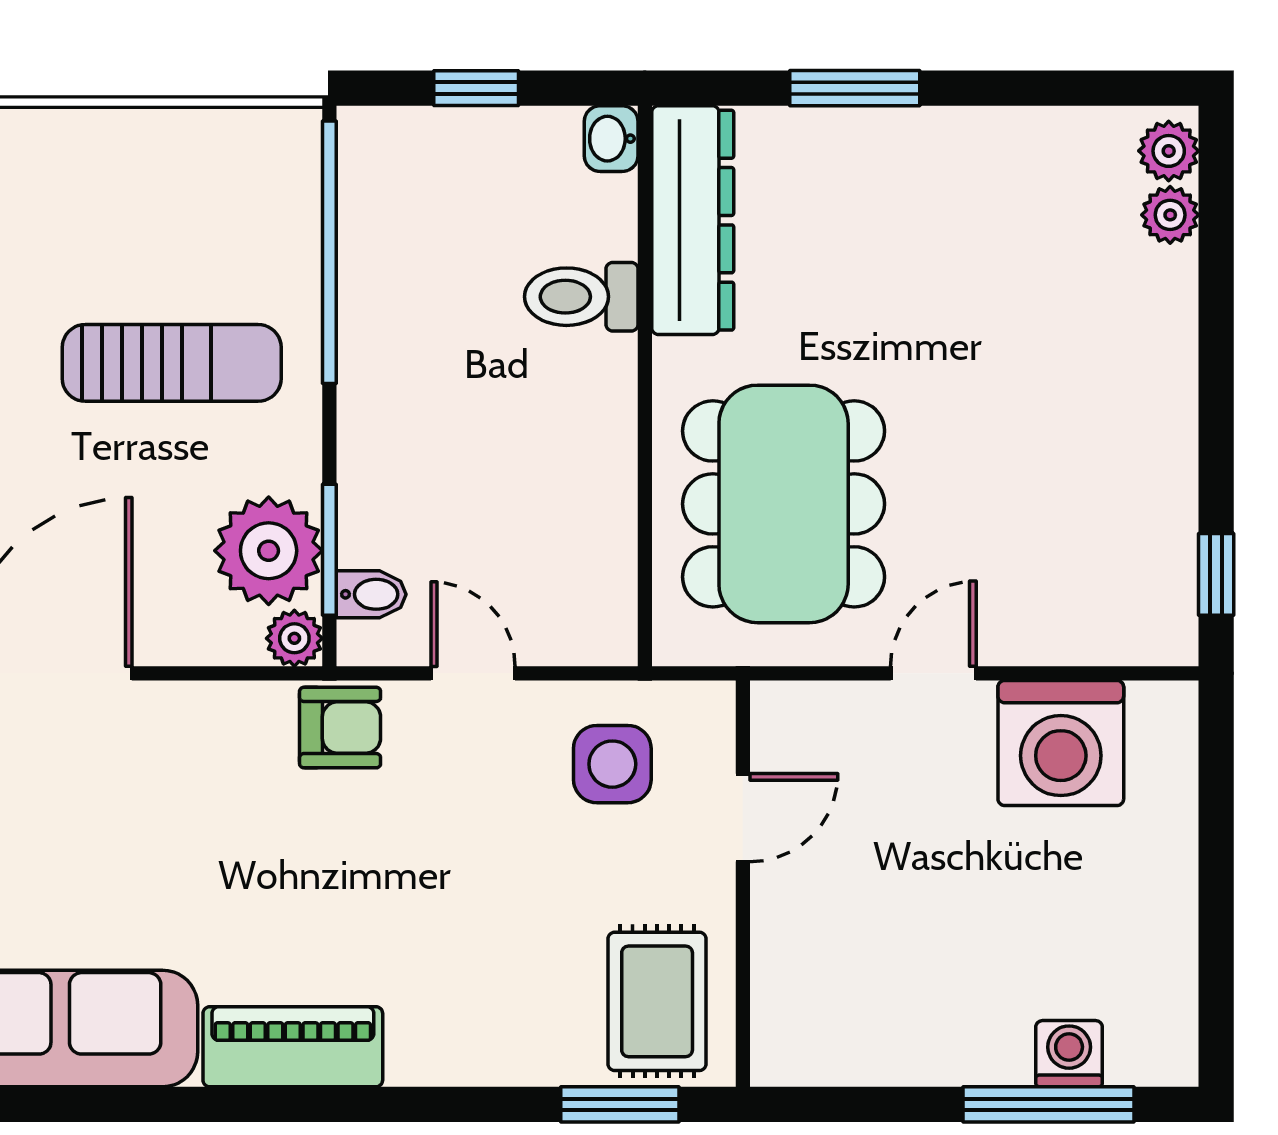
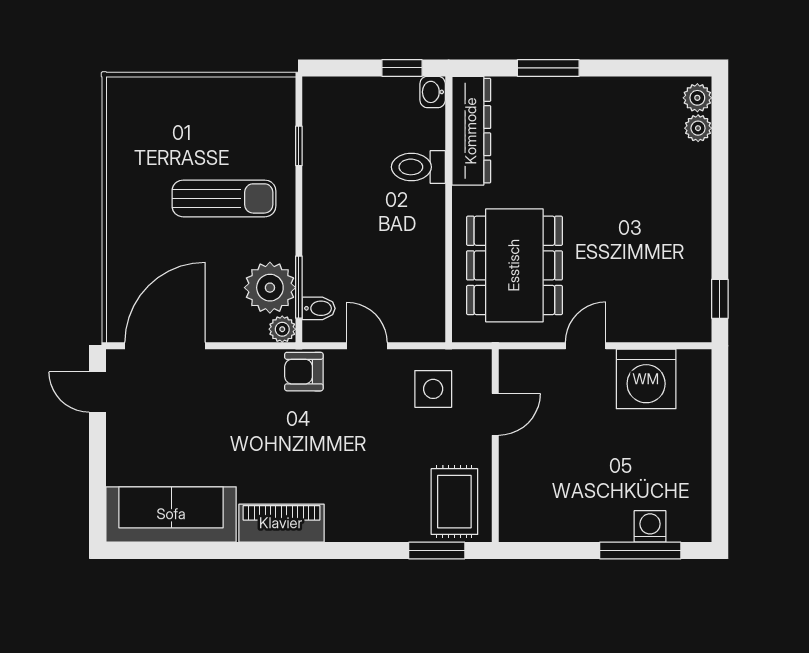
window: (476, 88) -> (402, 68), moved
window: (329, 252) -> (299, 146), width x0.32
armchair: (340, 728) -> (304, 372), turned 180

